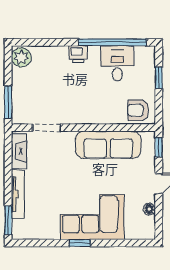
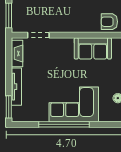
sofa: (108, 145) -> (93, 48), width x0.73
window: (80, 243) -> (64, 124), width x3.17

